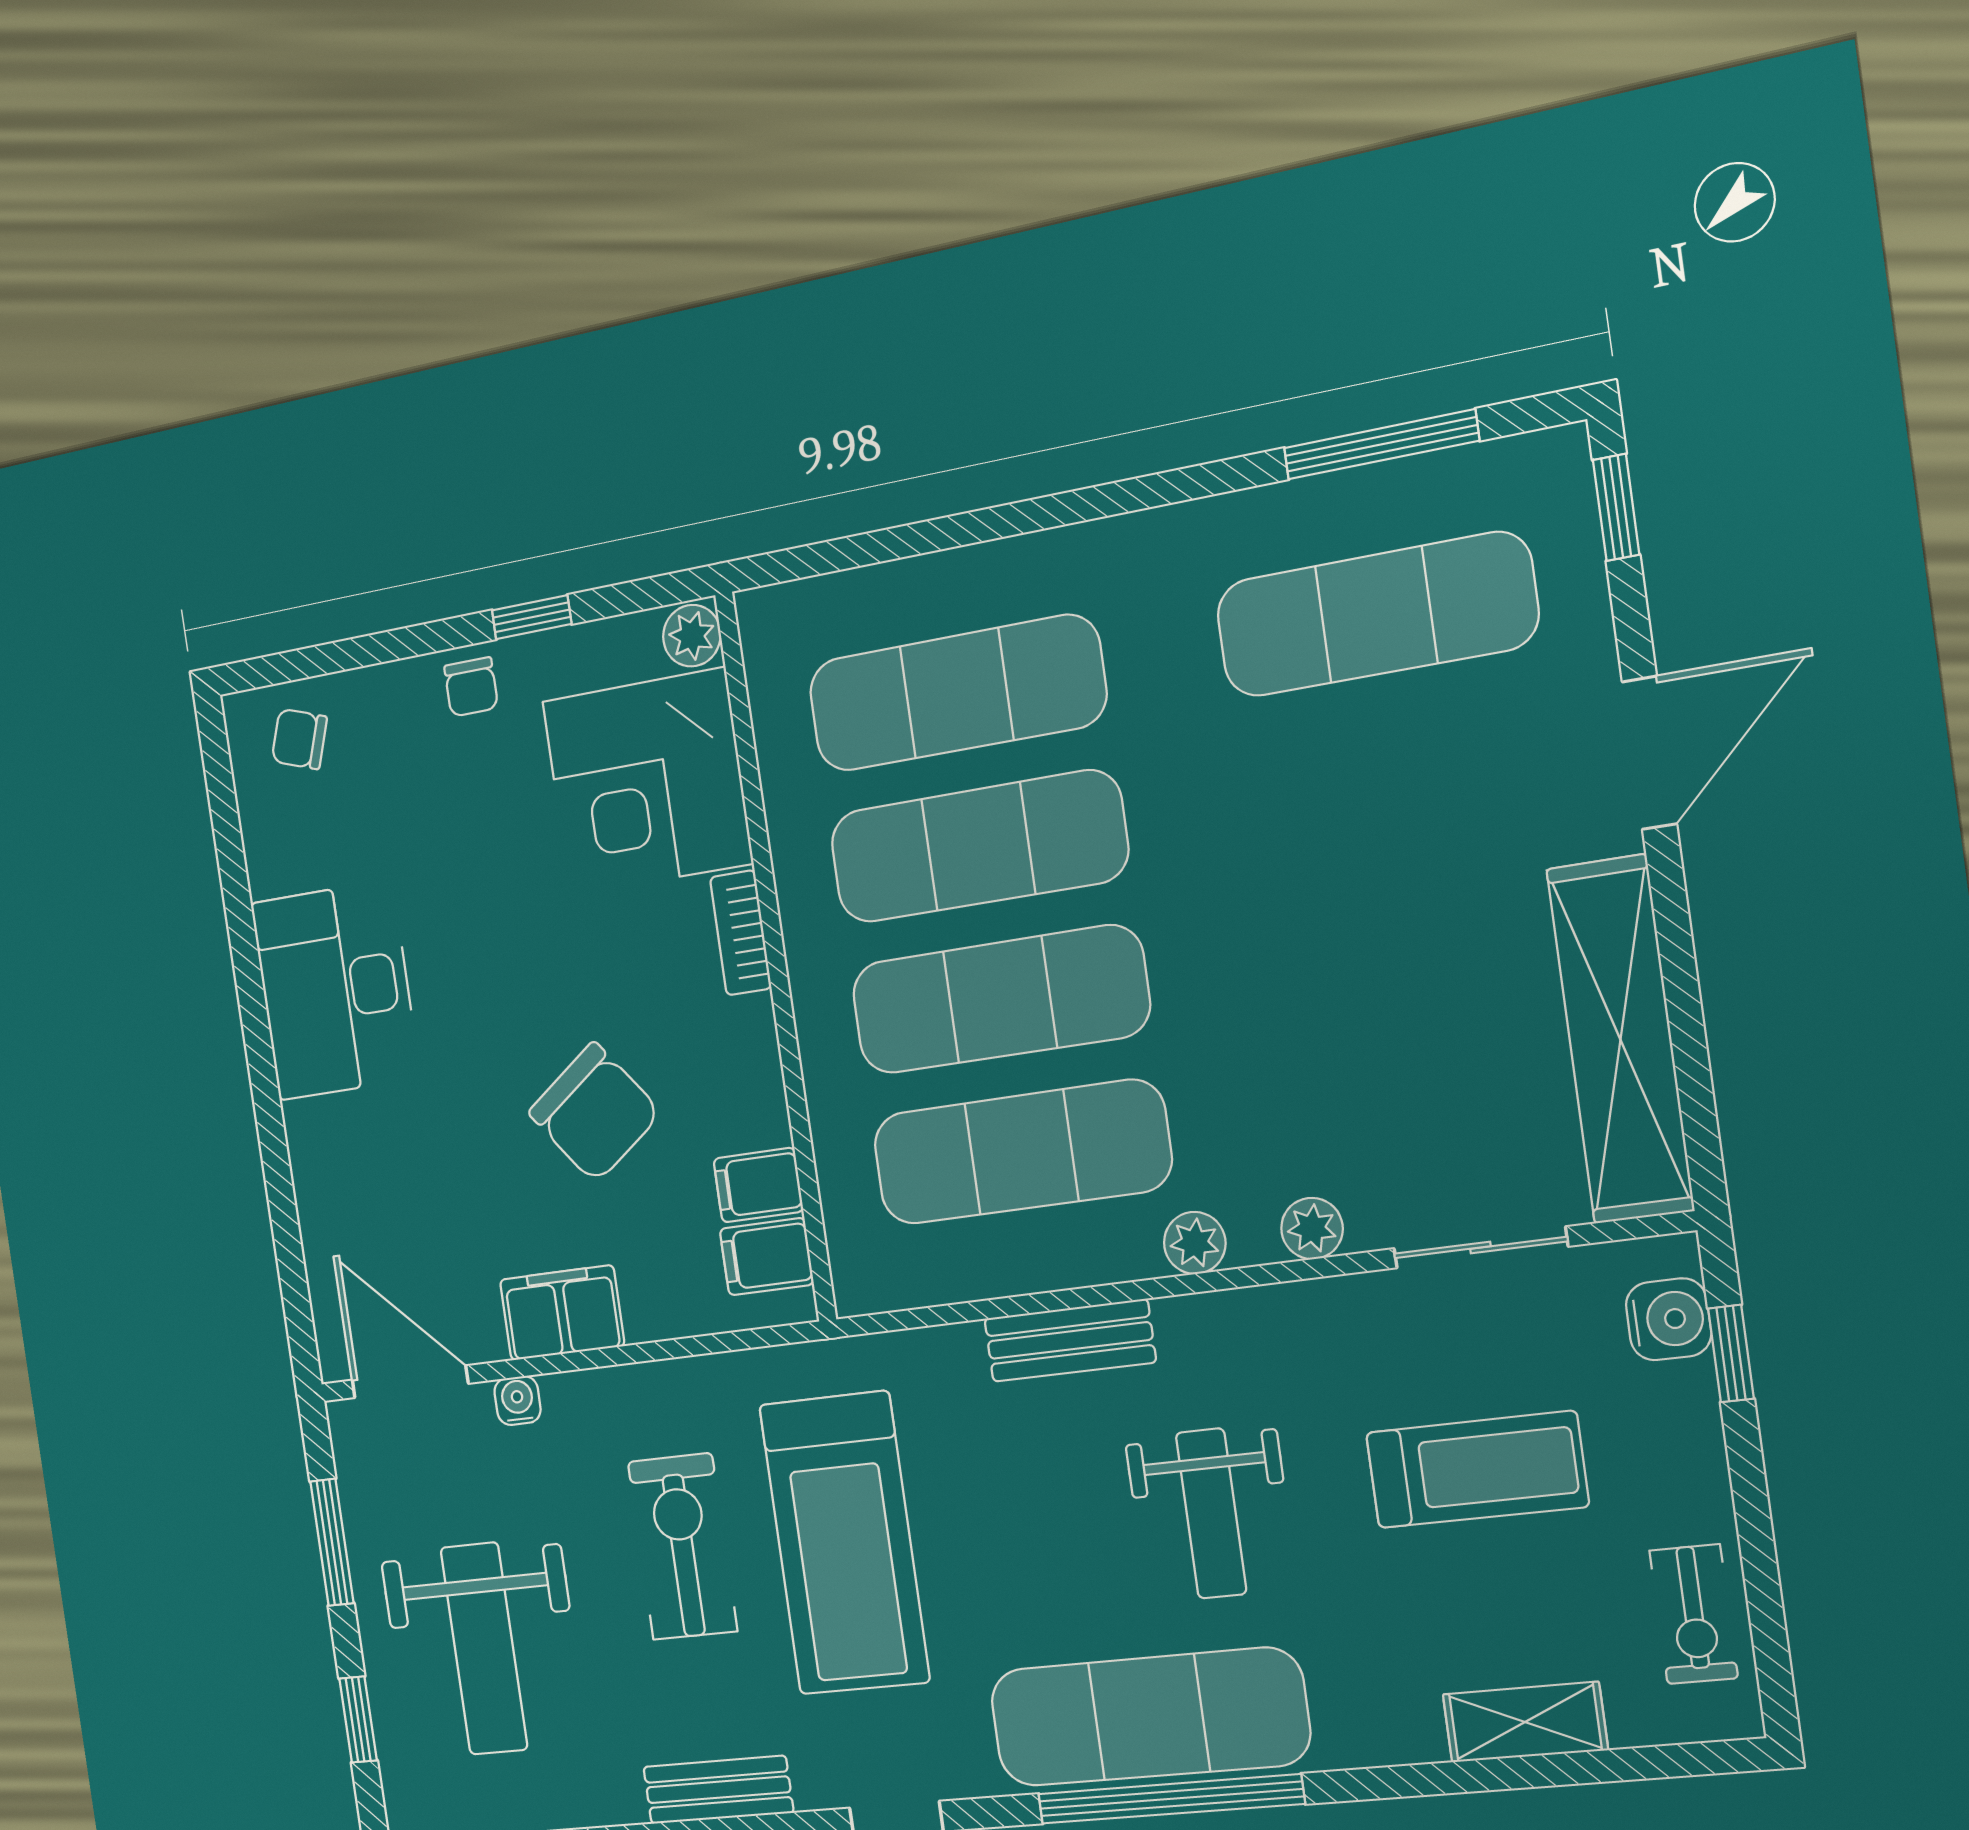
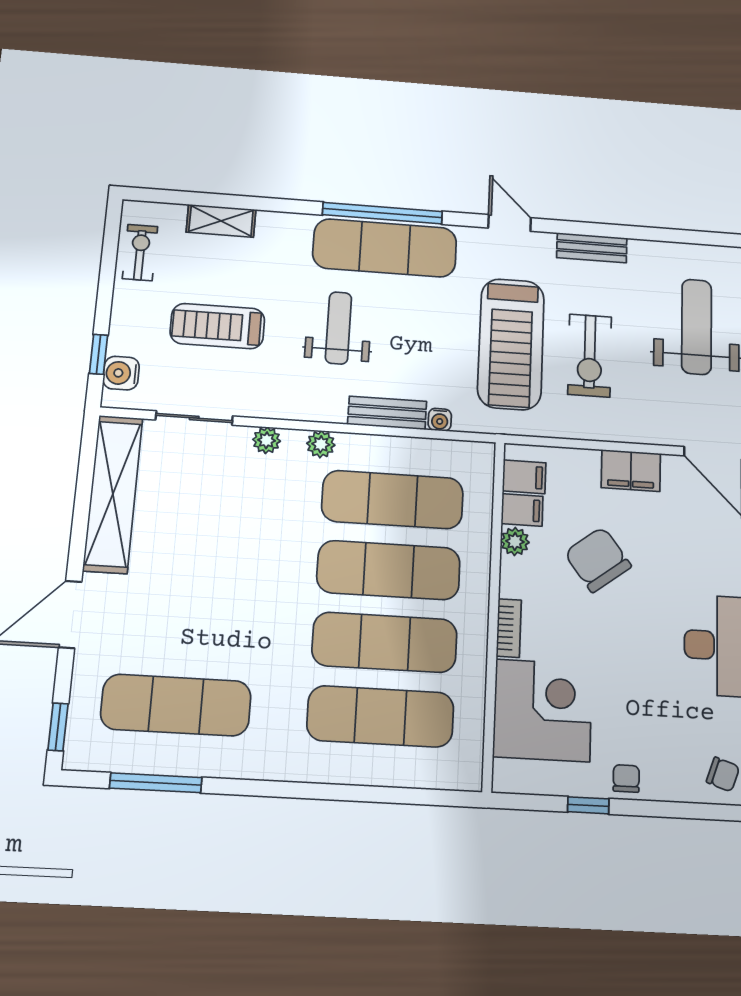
plant: (692, 636) -> (515, 541), moved
water cooler: (518, 1401) -> (440, 420), moved
treadmill: (844, 1543) -> (511, 344), turned 180

